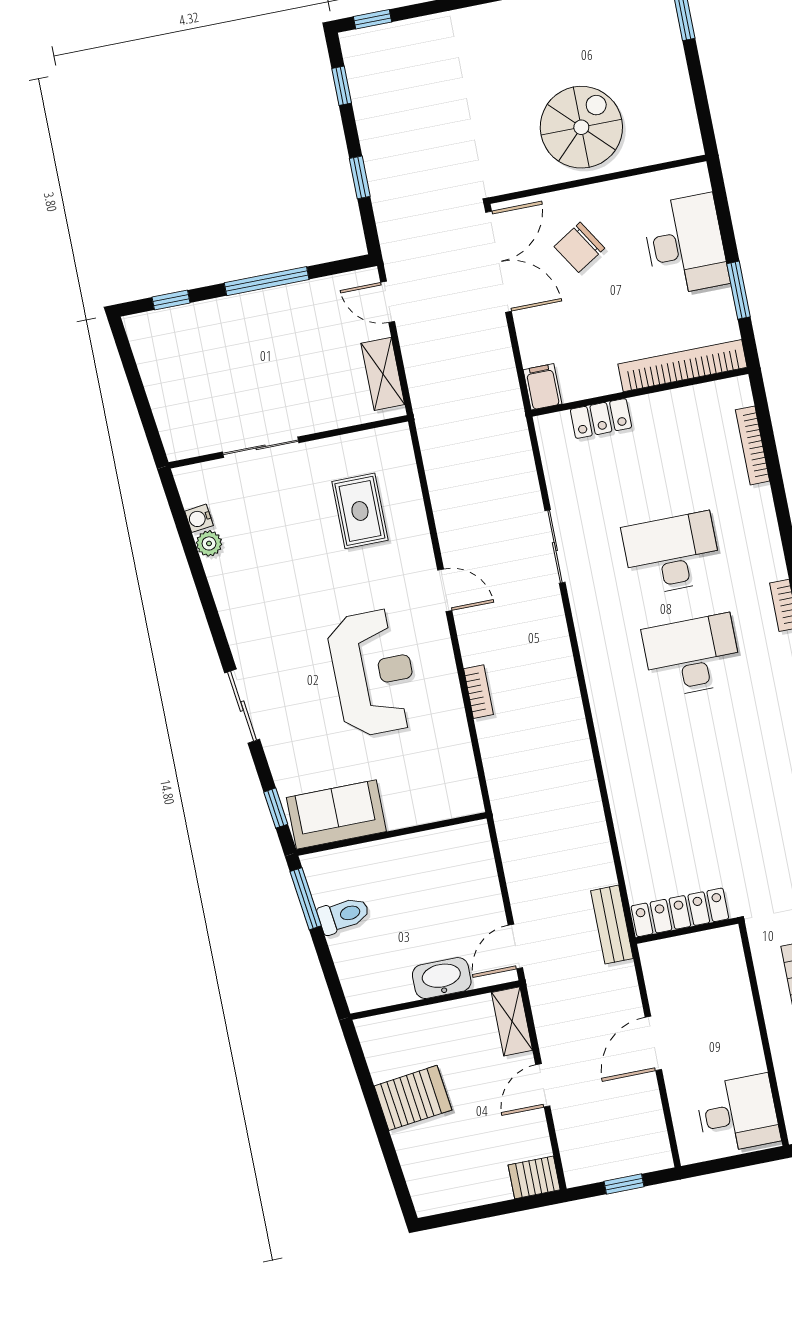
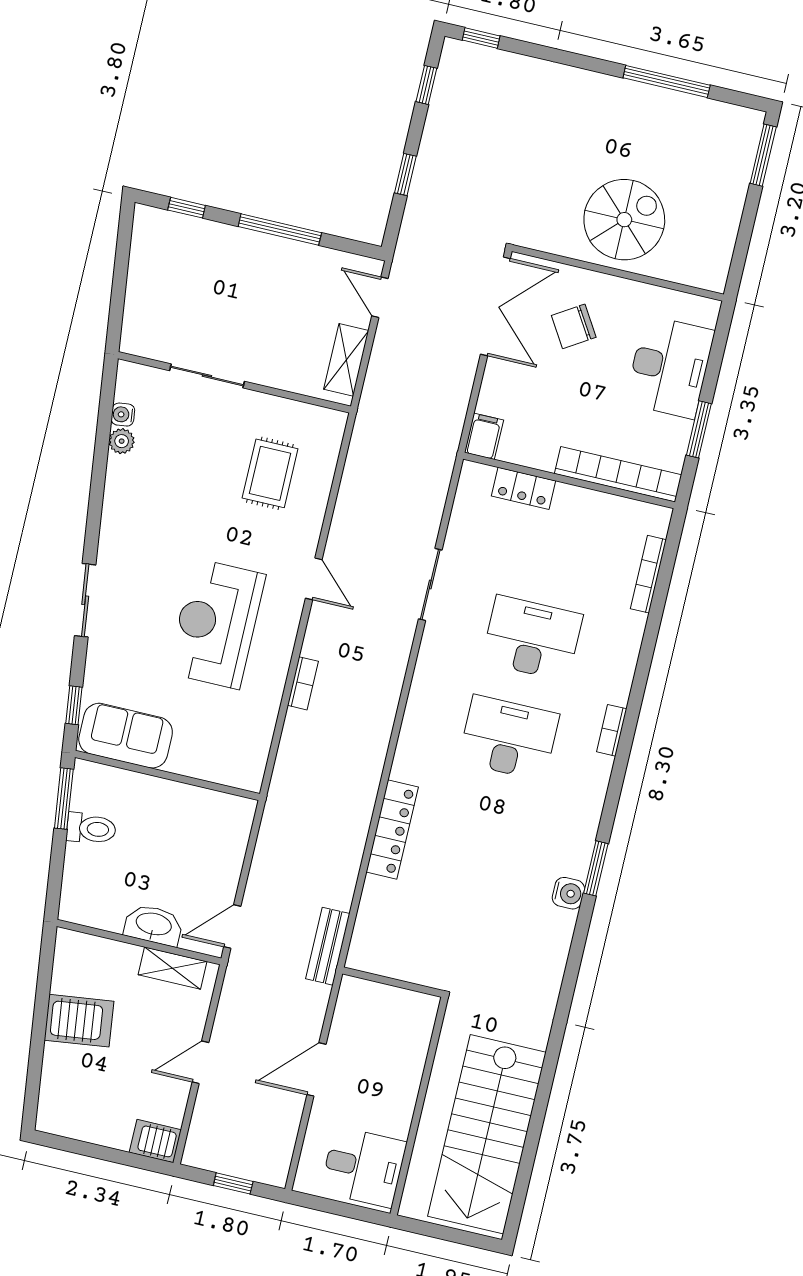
reception desk: (373, 673) -> (216, 624), turned 180
locker: (680, 912) -> (392, 829), moved, turned 90
shelving: (512, 1021) -> (173, 968), moved, turned 90

